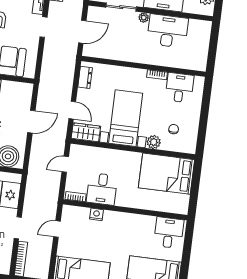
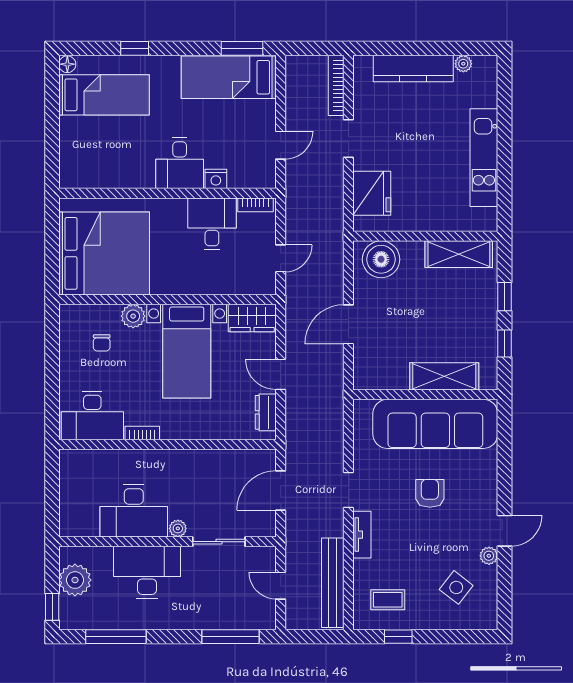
desk: (179, 88) -> (92, 415), width x1.37
door: (72, 110) -> (281, 374), moved
bed: (166, 174) -> (104, 253), width x1.36
desk: (169, 233) -> (180, 163), moved

